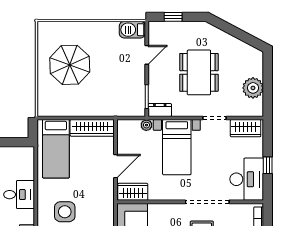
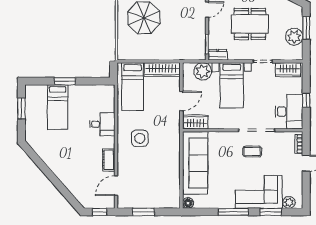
dining table: (199, 72) -> (250, 24), turned 90
window: (268, 77) -> (306, 28), added
plant: (146, 125) -> (203, 71), width x1.88, depth x1.88

